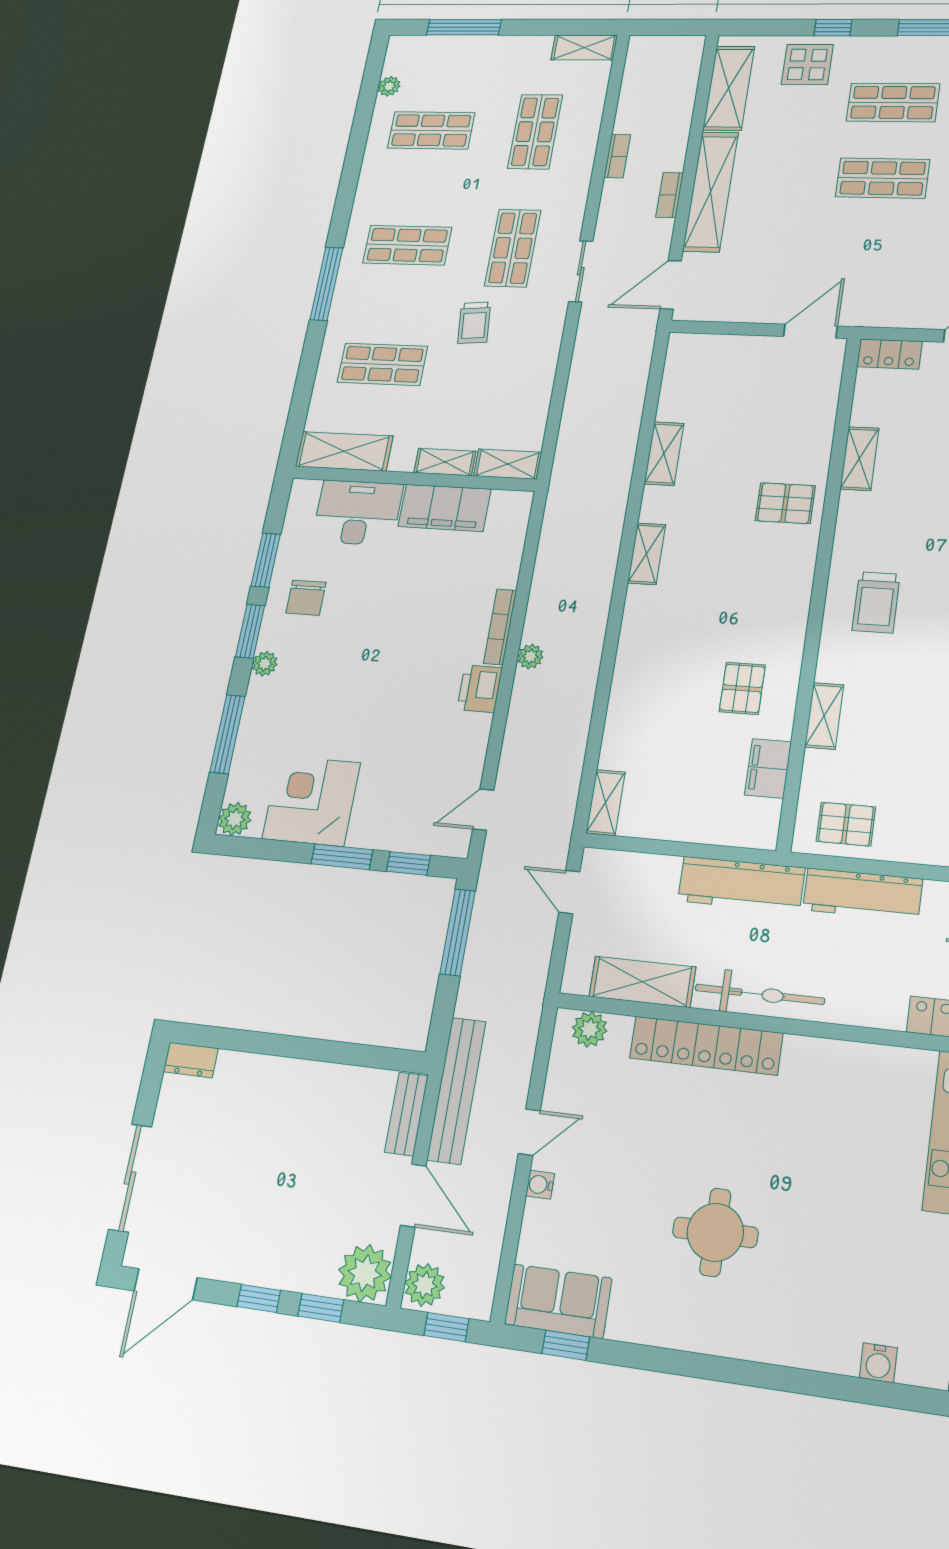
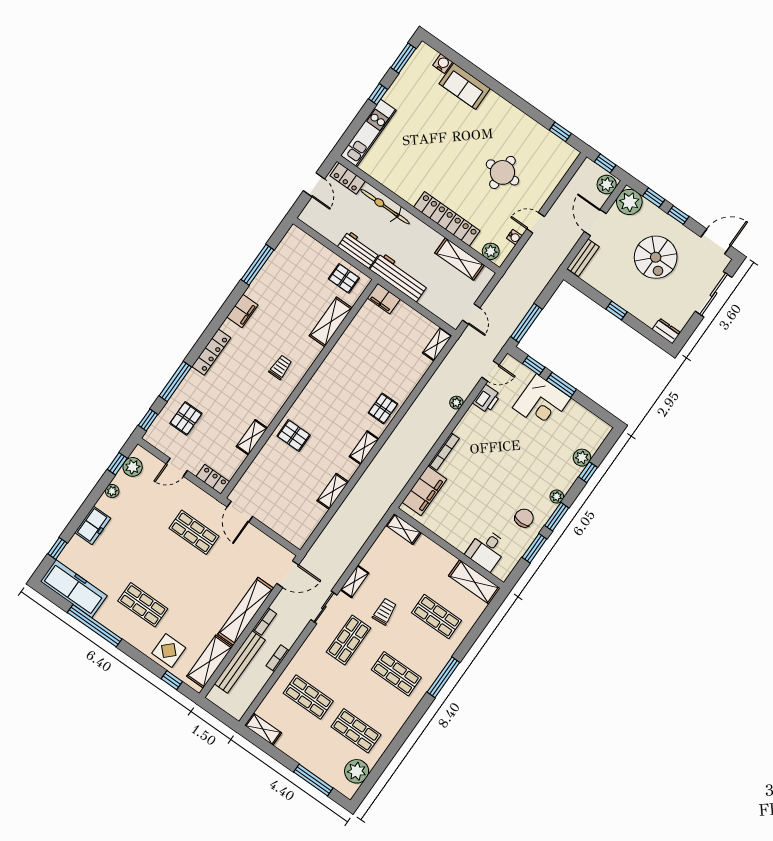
window: (833, 28) -> (172, 680), moved
plant: (389, 86) -> (357, 771), width x1.88, depth x1.88
shop shelf: (535, 132) -> (308, 697), turned 90
shop shelf: (883, 178) -> (194, 532), moved
door: (810, 331) -> (240, 512), hinge flipped
shelving: (445, 462) -> (355, 581), moved, turned 90
filing cabinet: (444, 508) -> (424, 491), moved, turned 90
desk: (357, 513) -> (487, 550), width x0.73
trolley: (876, 602) -> (280, 367), width x0.73, depth x0.72
plant: (530, 657) -> (456, 403), moved
pallet: (742, 688) -> (383, 408), moved
printer: (480, 689) -> (487, 399), moved
shelving: (824, 716) -> (331, 322), width x1.50, depth x1.33
window: (227, 734) -> (588, 472), width x0.46
filing cabinet: (768, 768) -> (384, 299), moved, turned 90
corner desk: (311, 801) -> (542, 403), moved
plant: (235, 819) -> (582, 458), moved
workbench: (863, 894) -> (359, 250), width x0.73
bicycle: (760, 994) -> (385, 207), moved
window: (299, 1048) -> (616, 310), added
bench: (456, 1090) -> (240, 662), moved
water cooler: (540, 1185) -> (514, 237), moved
spiral stairs: (268, 1190) -> (656, 257), added
round table: (715, 1232) -> (502, 172), moved
sofa: (558, 1301) -> (465, 86), moved

